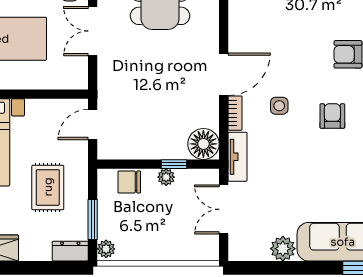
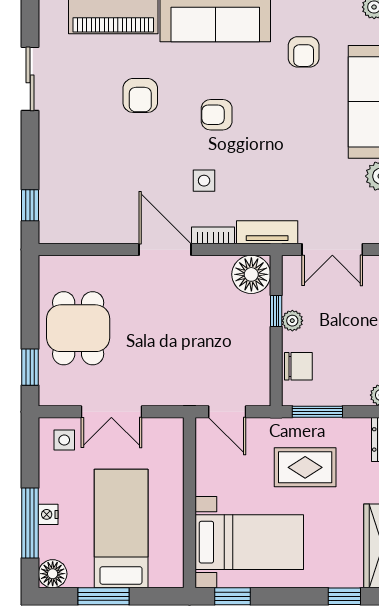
chair: (129, 182) -> (298, 366), turned -90
window: (93, 220) -> (317, 412), moved

